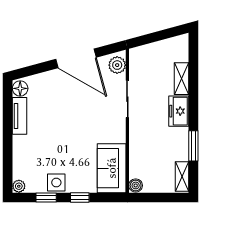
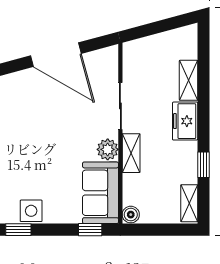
plant: (117, 65) -> (108, 149), moved
shelving: (136, 137) -> (131, 153), added
window: (193, 146) -> (203, 165), width x0.67
window: (80, 197) -> (90, 230), moved

